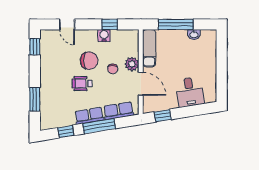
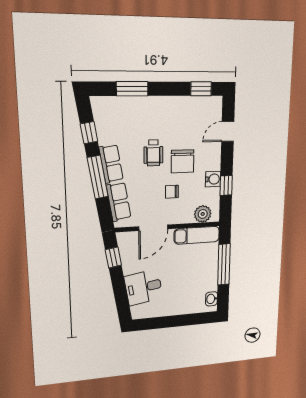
washbasin: (194, 35) -> (212, 299), moved
plant: (132, 64) -> (203, 214), moved
wheelchair: (82, 84) -> (153, 153), turned 180

